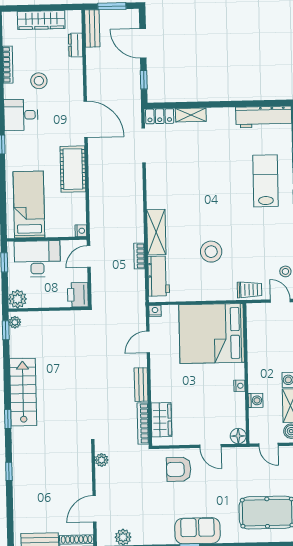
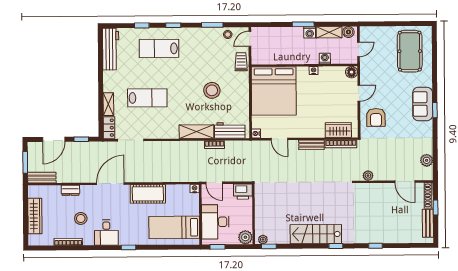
dresser: (76, 45) -> (70, 190), moved
lab bench: (200, 166) -> (147, 98), added

